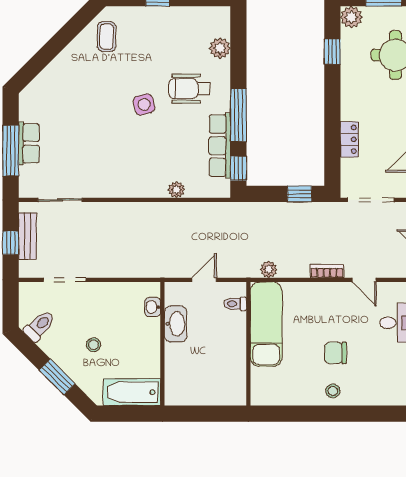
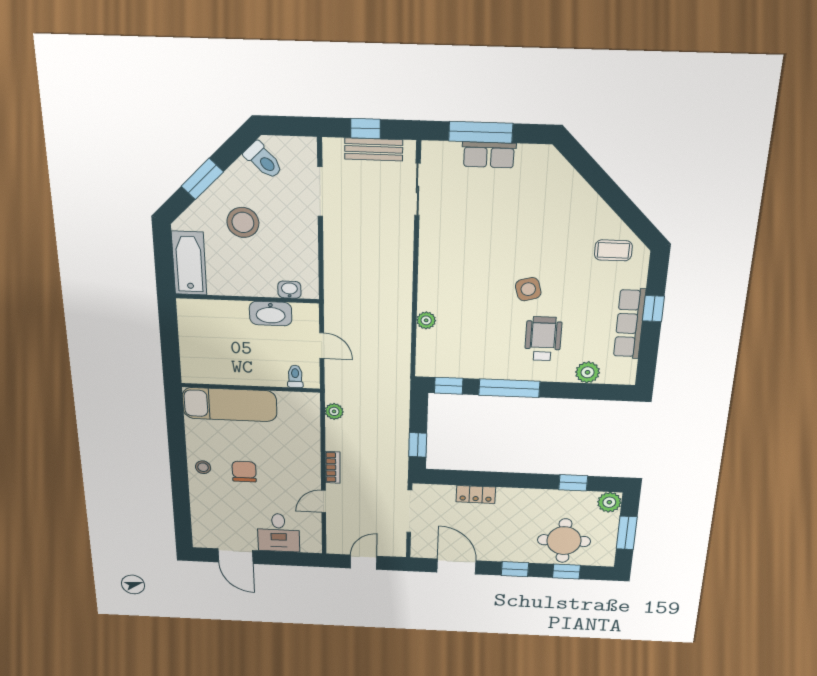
row of seats: (220, 146) -> (630, 324), moved, turned -90
exam couch: (266, 324) -> (230, 405), moved
stool: (94, 345) -> (243, 222), width x1.89, depth x1.89

